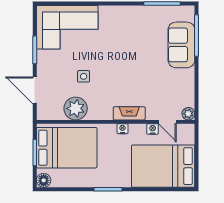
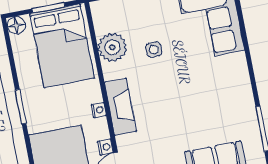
fireplace: (129, 113) -> (120, 107), width x1.37, depth x1.32

